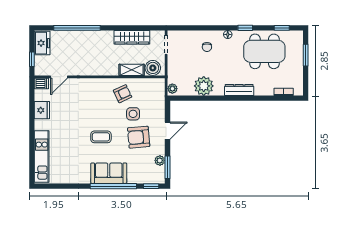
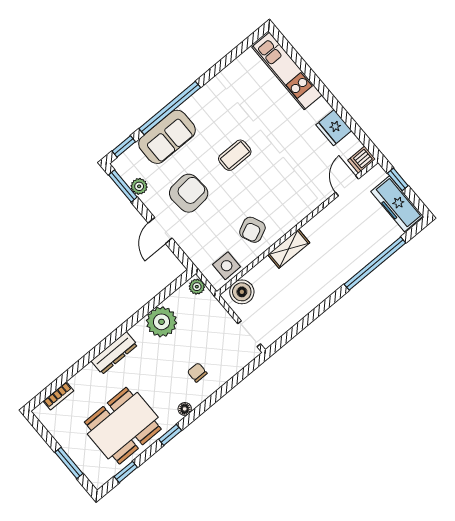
wardrobe: (132, 37) -> (299, 308), removed
freezer: (42, 43) -> (397, 204), width x1.40
shelving: (132, 70) -> (289, 249), moved
side table: (133, 114) -> (227, 266), moved
sofa: (109, 173) -> (167, 137), moved

